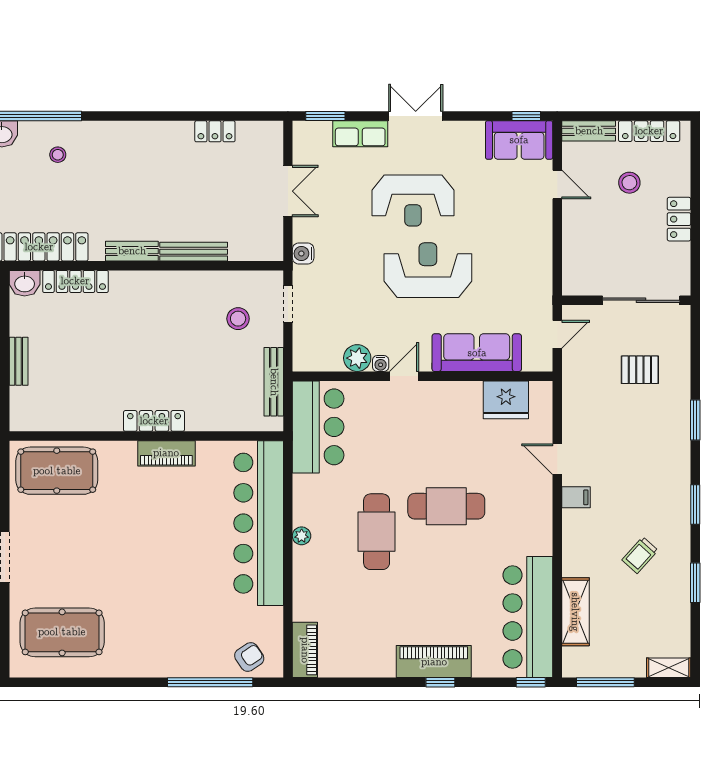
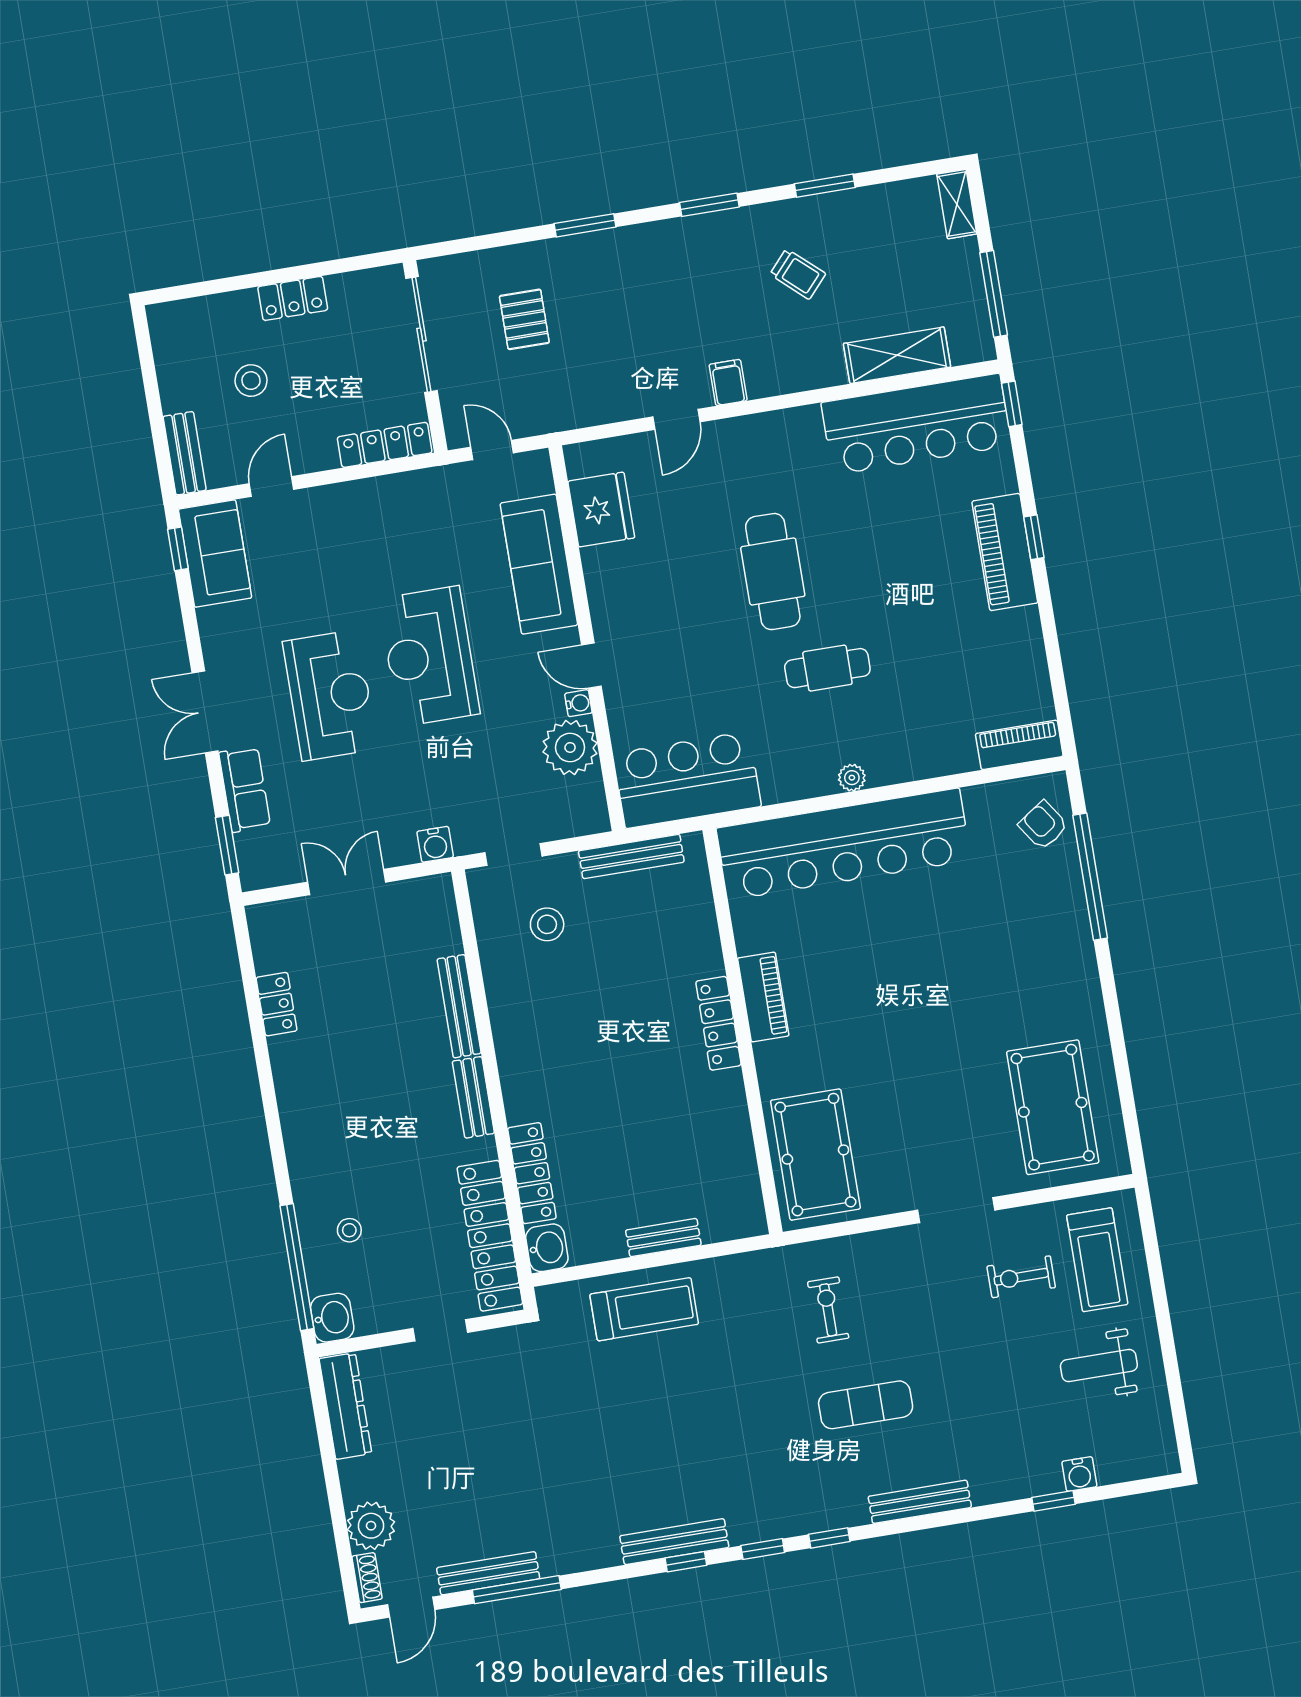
locker: (649, 131) -> (385, 445), moved, turned -90
plant: (357, 358) -> (570, 747), width x1.36, depth x1.36
cafe table: (377, 532) -> (827, 668), width x0.73, depth x0.74

